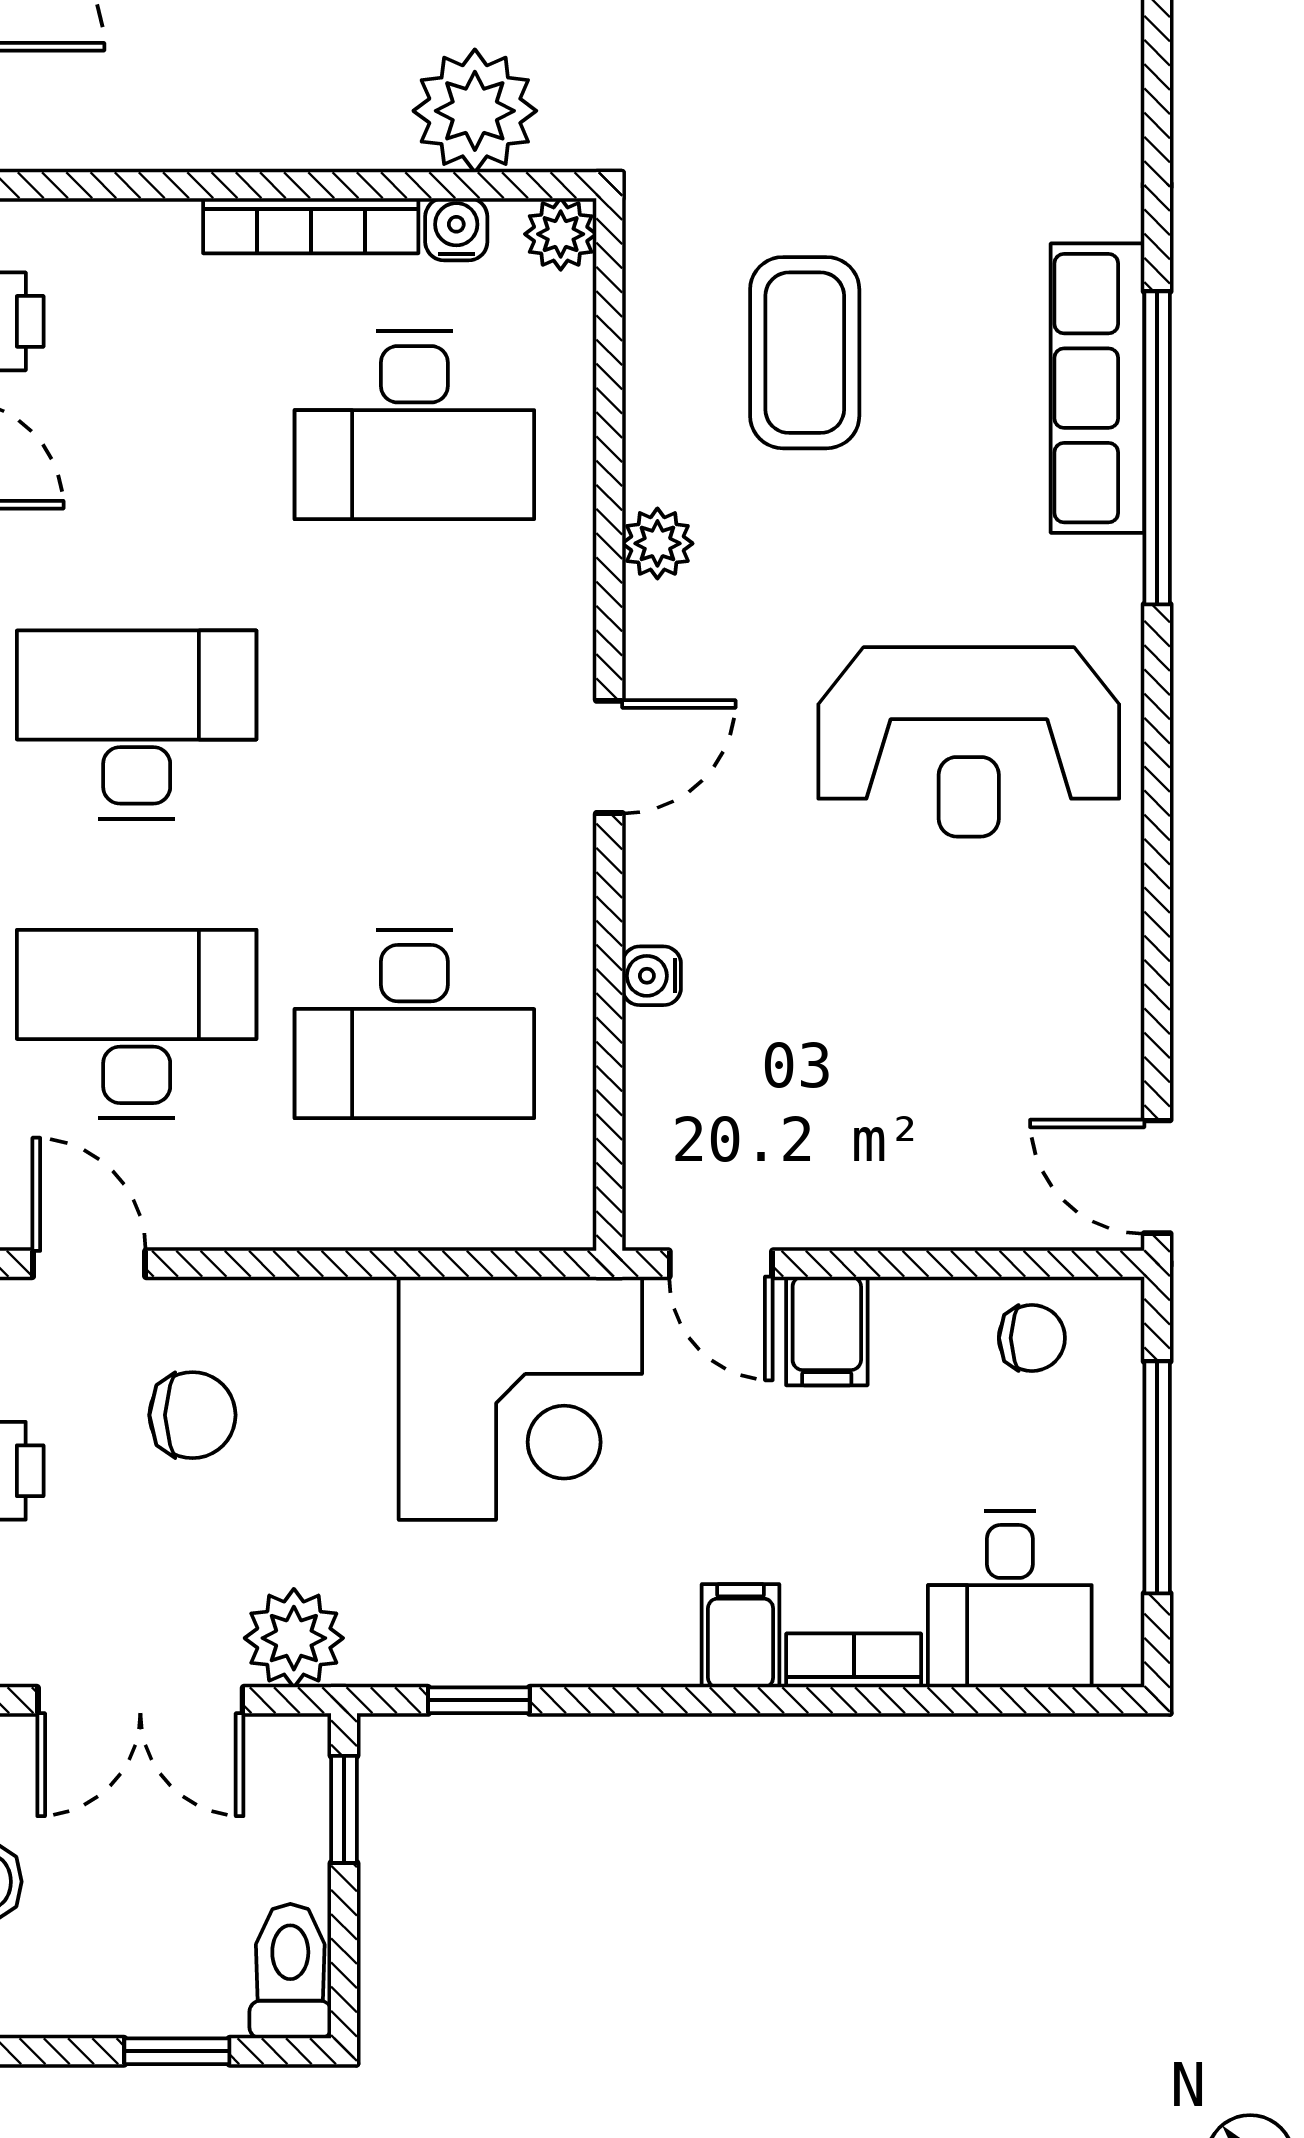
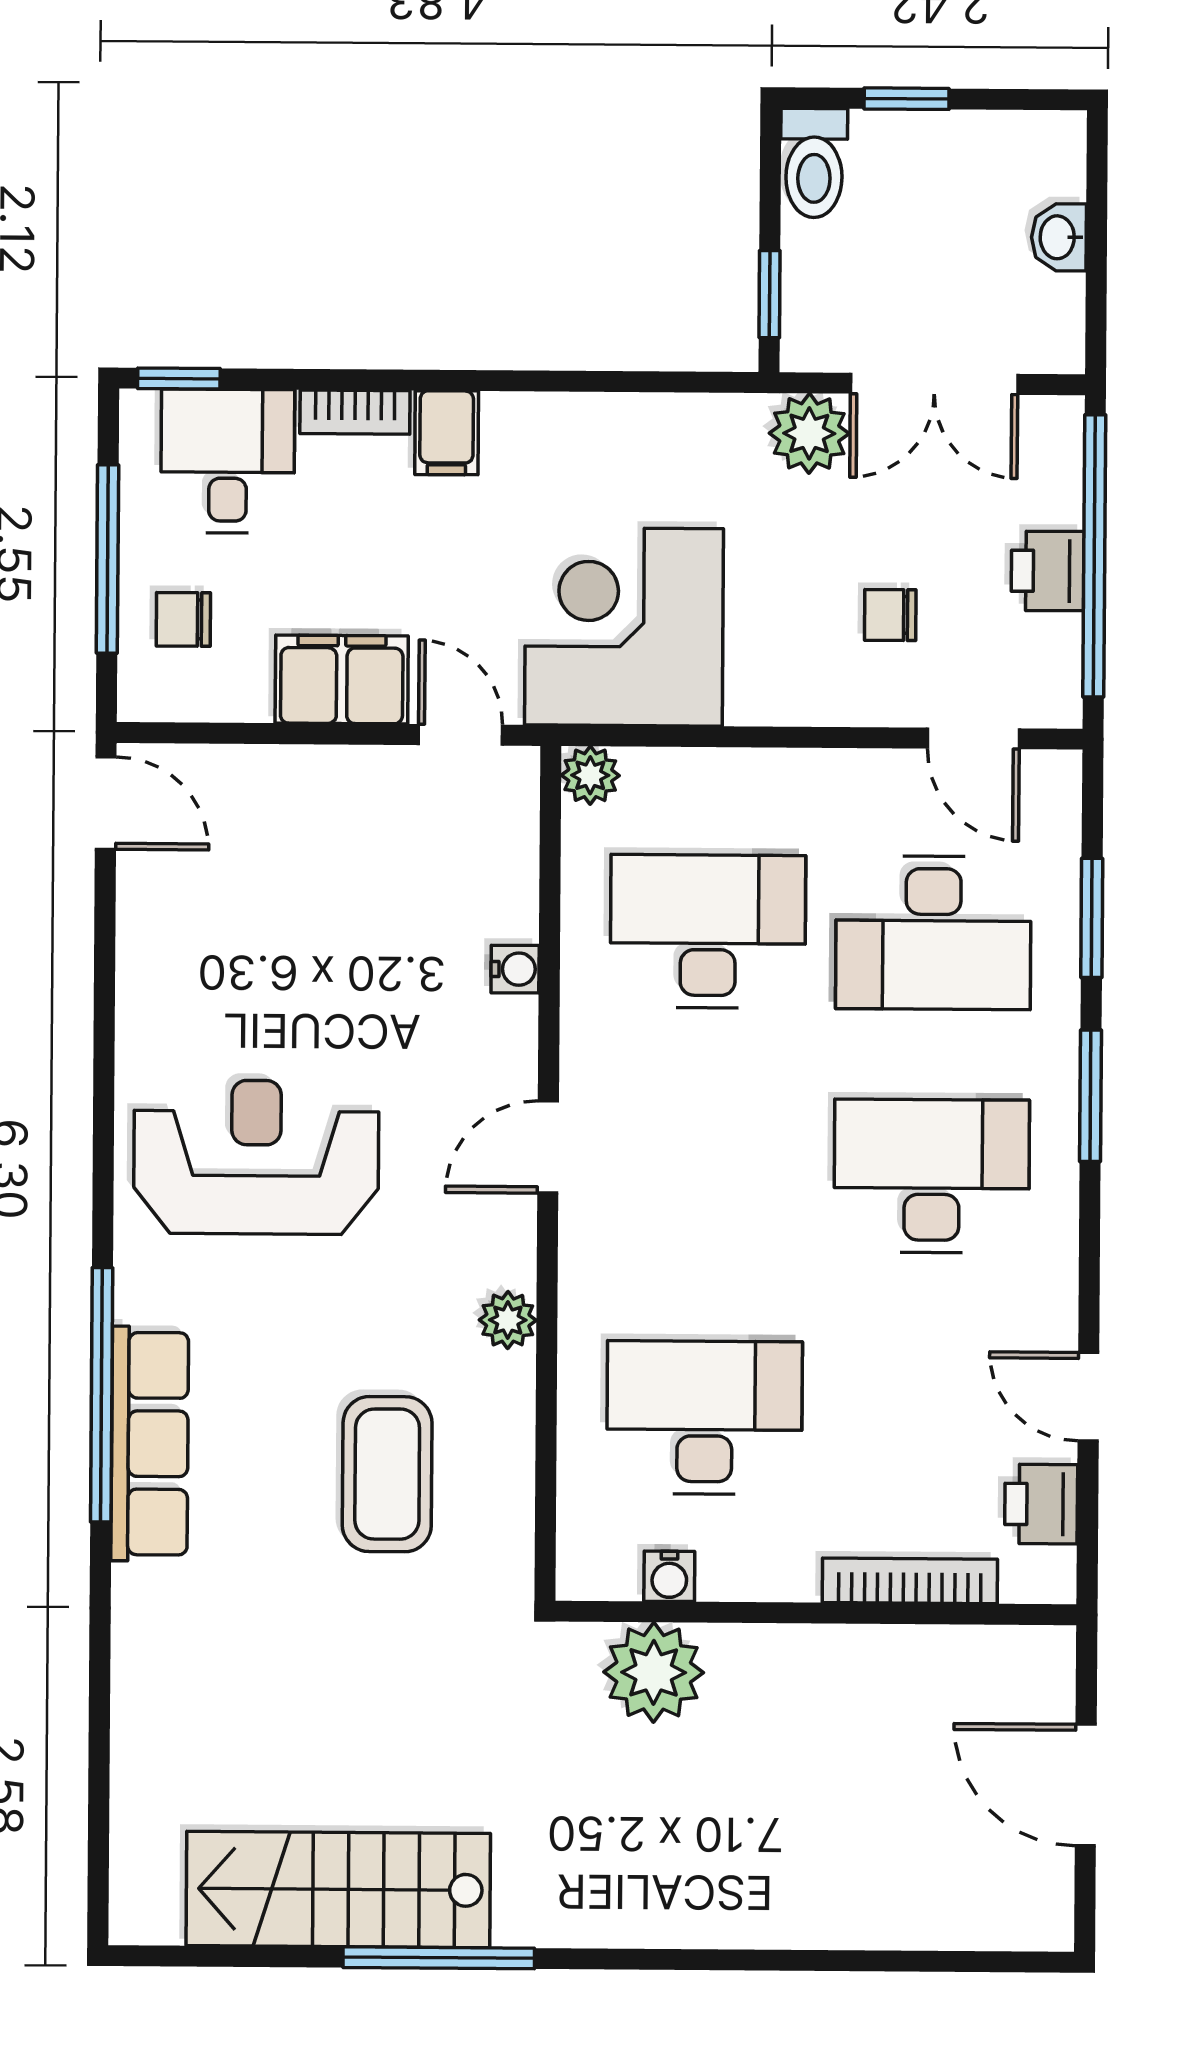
bookcase: (311, 226) -> (910, 1581), moved
plant: (561, 234) -> (590, 775), moved
desk: (137, 725) -> (932, 1176), turned 180
filing cabinet: (827, 1331) -> (342, 680), width x2.00
chair: (1032, 1338) -> (183, 619), moved
chair: (193, 1415) -> (890, 615), width x0.73, depth x0.73
double door: (140, 1700) -> (934, 384), swing flipped
window: (479, 1700) -> (179, 378), moved

